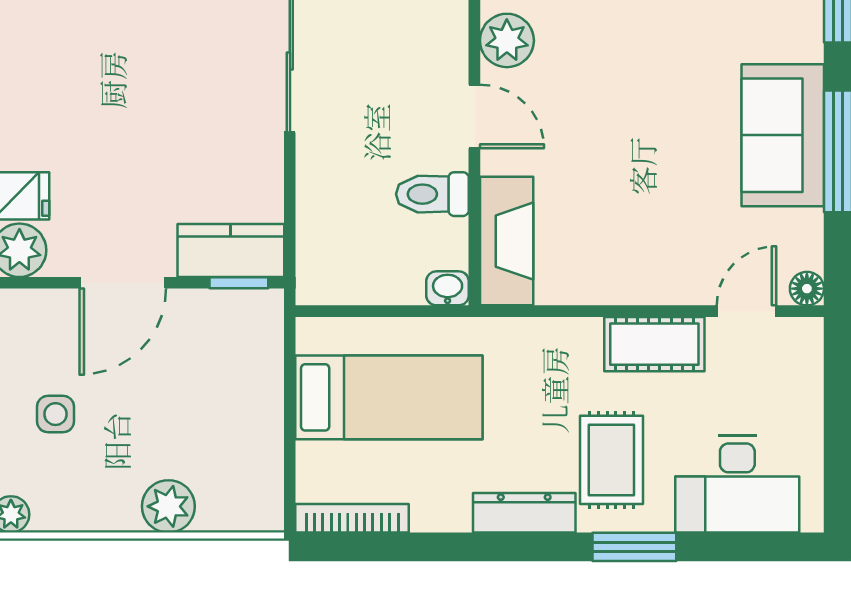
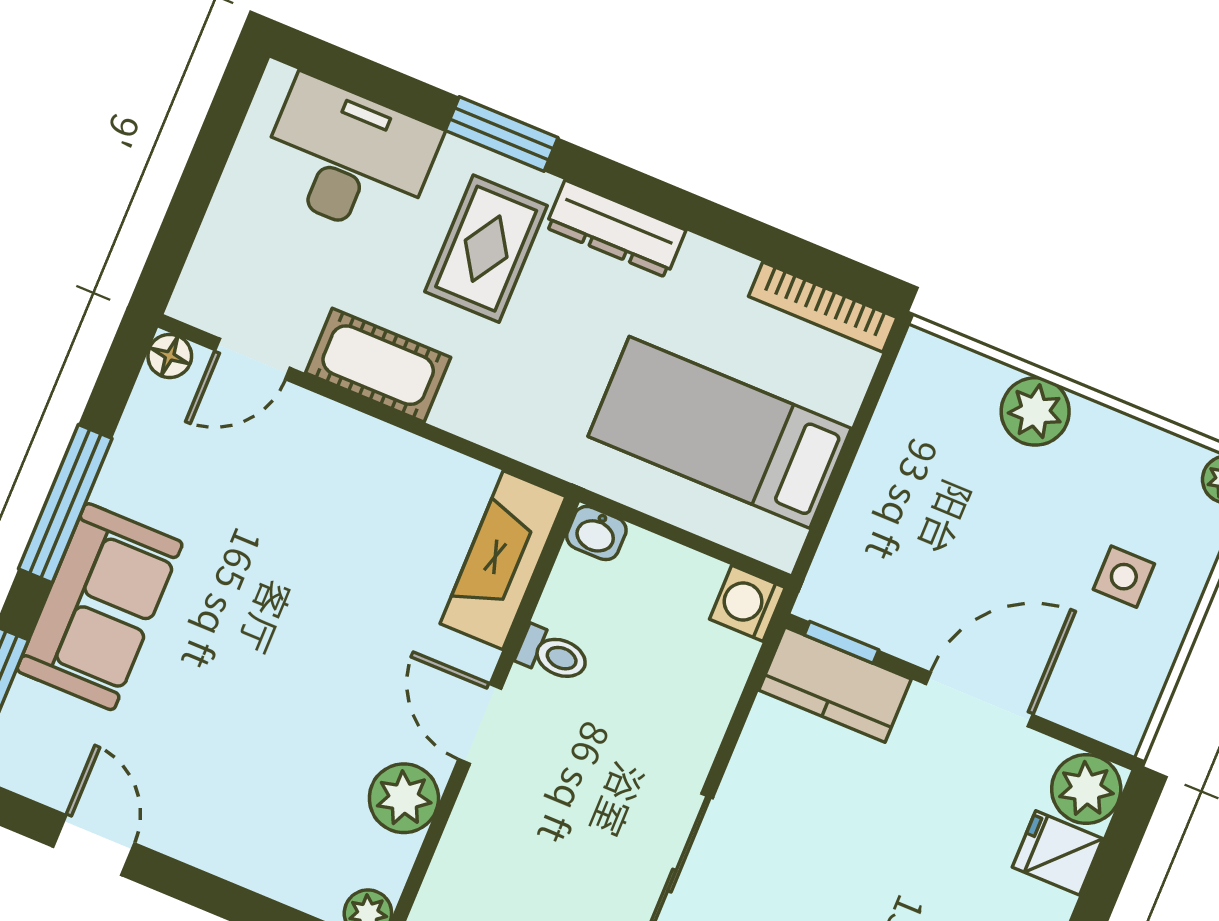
sofa: (783, 135) -> (100, 607), moved
toilet: (432, 194) -> (553, 655), width x0.73, depth x0.72
washing machine: (318, 283) -> (747, 603), added

